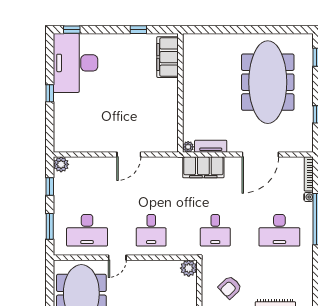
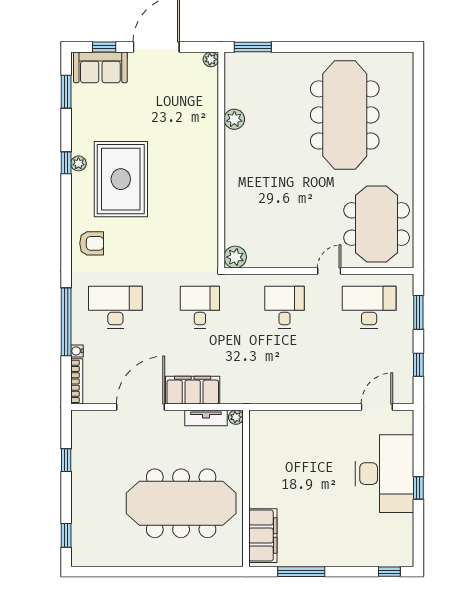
window: (138, 30) -> (301, 572), width x2.17
desk: (75, 63) -> (384, 474), moved
meeting table: (268, 82) -> (181, 503), moved, turned 90
door: (129, 155) -> (377, 407), moved
plant: (61, 164) -> (403, 394), removed
filing cabinet: (203, 167) -> (193, 390), moved
armchair: (230, 287) -> (92, 243), moved, turned 44

